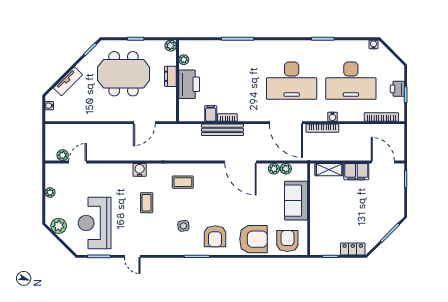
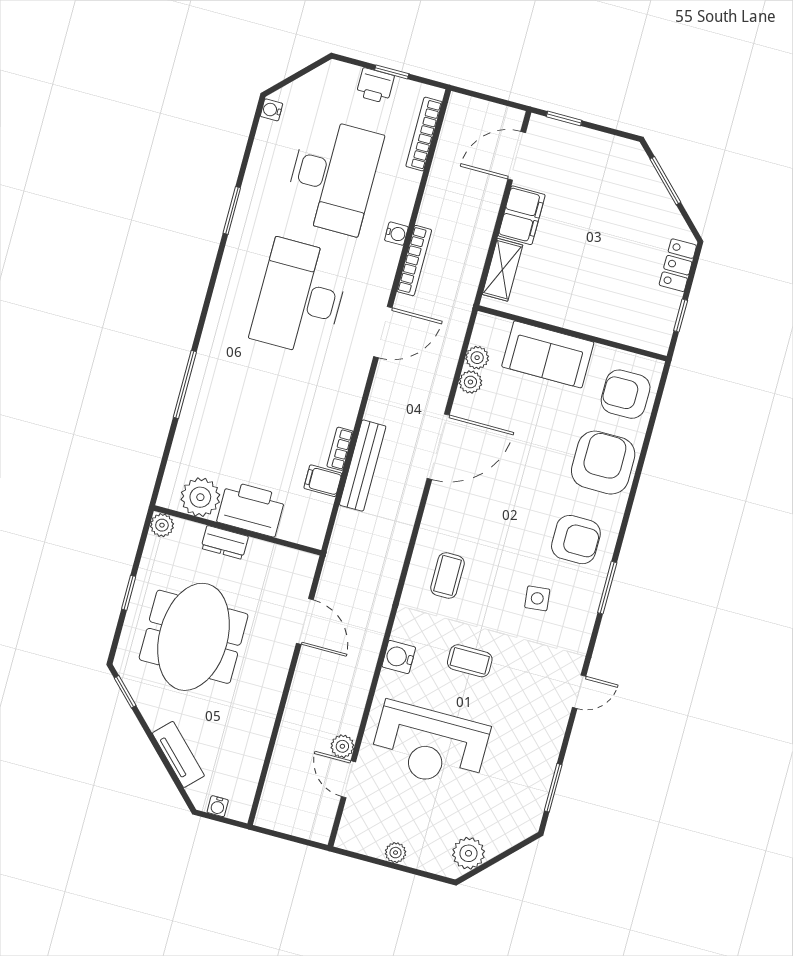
plant: (184, 60) -> (200, 497), width x1.88, depth x1.88
desk: (292, 81) -> (300, 297), turned 180
door: (286, 123) -> (383, 332), width x0.73
plant: (63, 155) -> (342, 746), moved
reception desk: (95, 223) -> (430, 745), moved
door: (132, 256) -> (579, 692), moved

